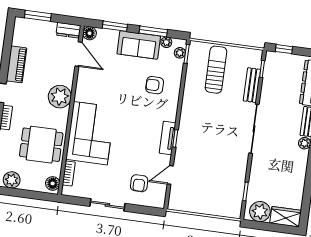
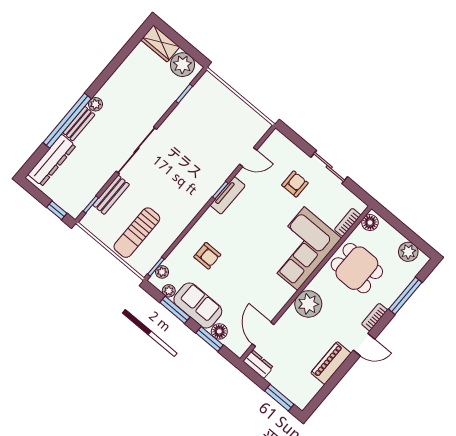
floor lamp: (90, 33) -> (219, 331), moved
armchair: (139, 183) -> (295, 184), moved

